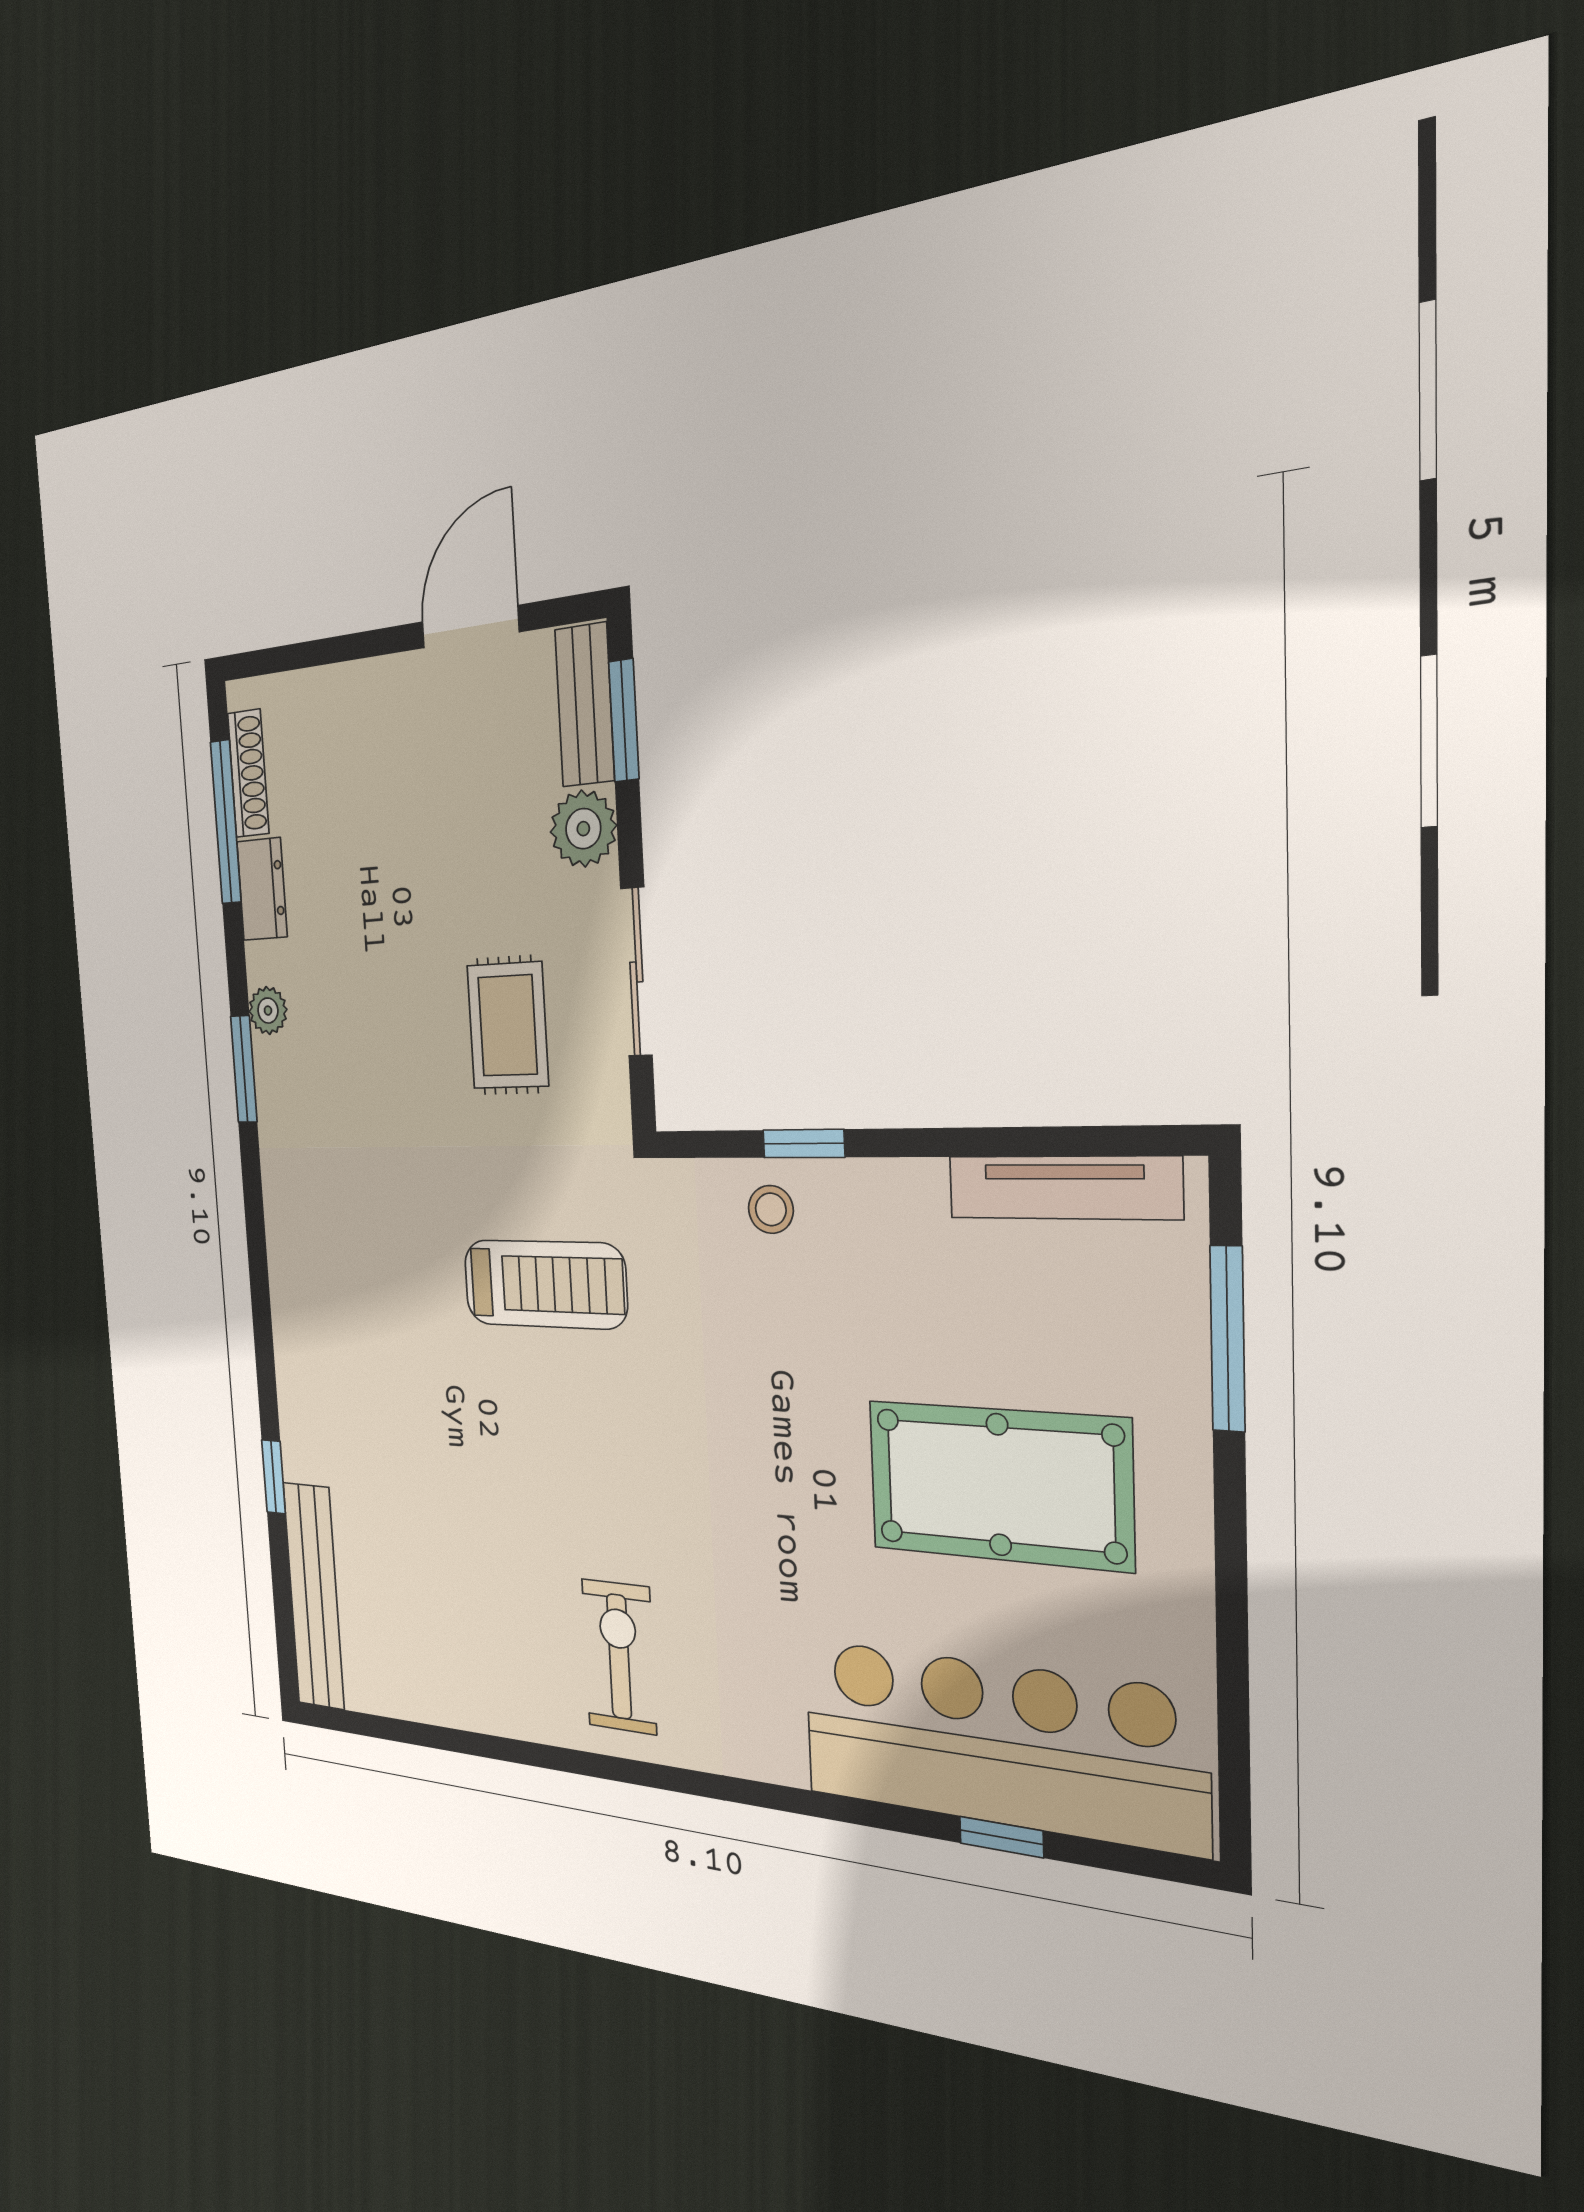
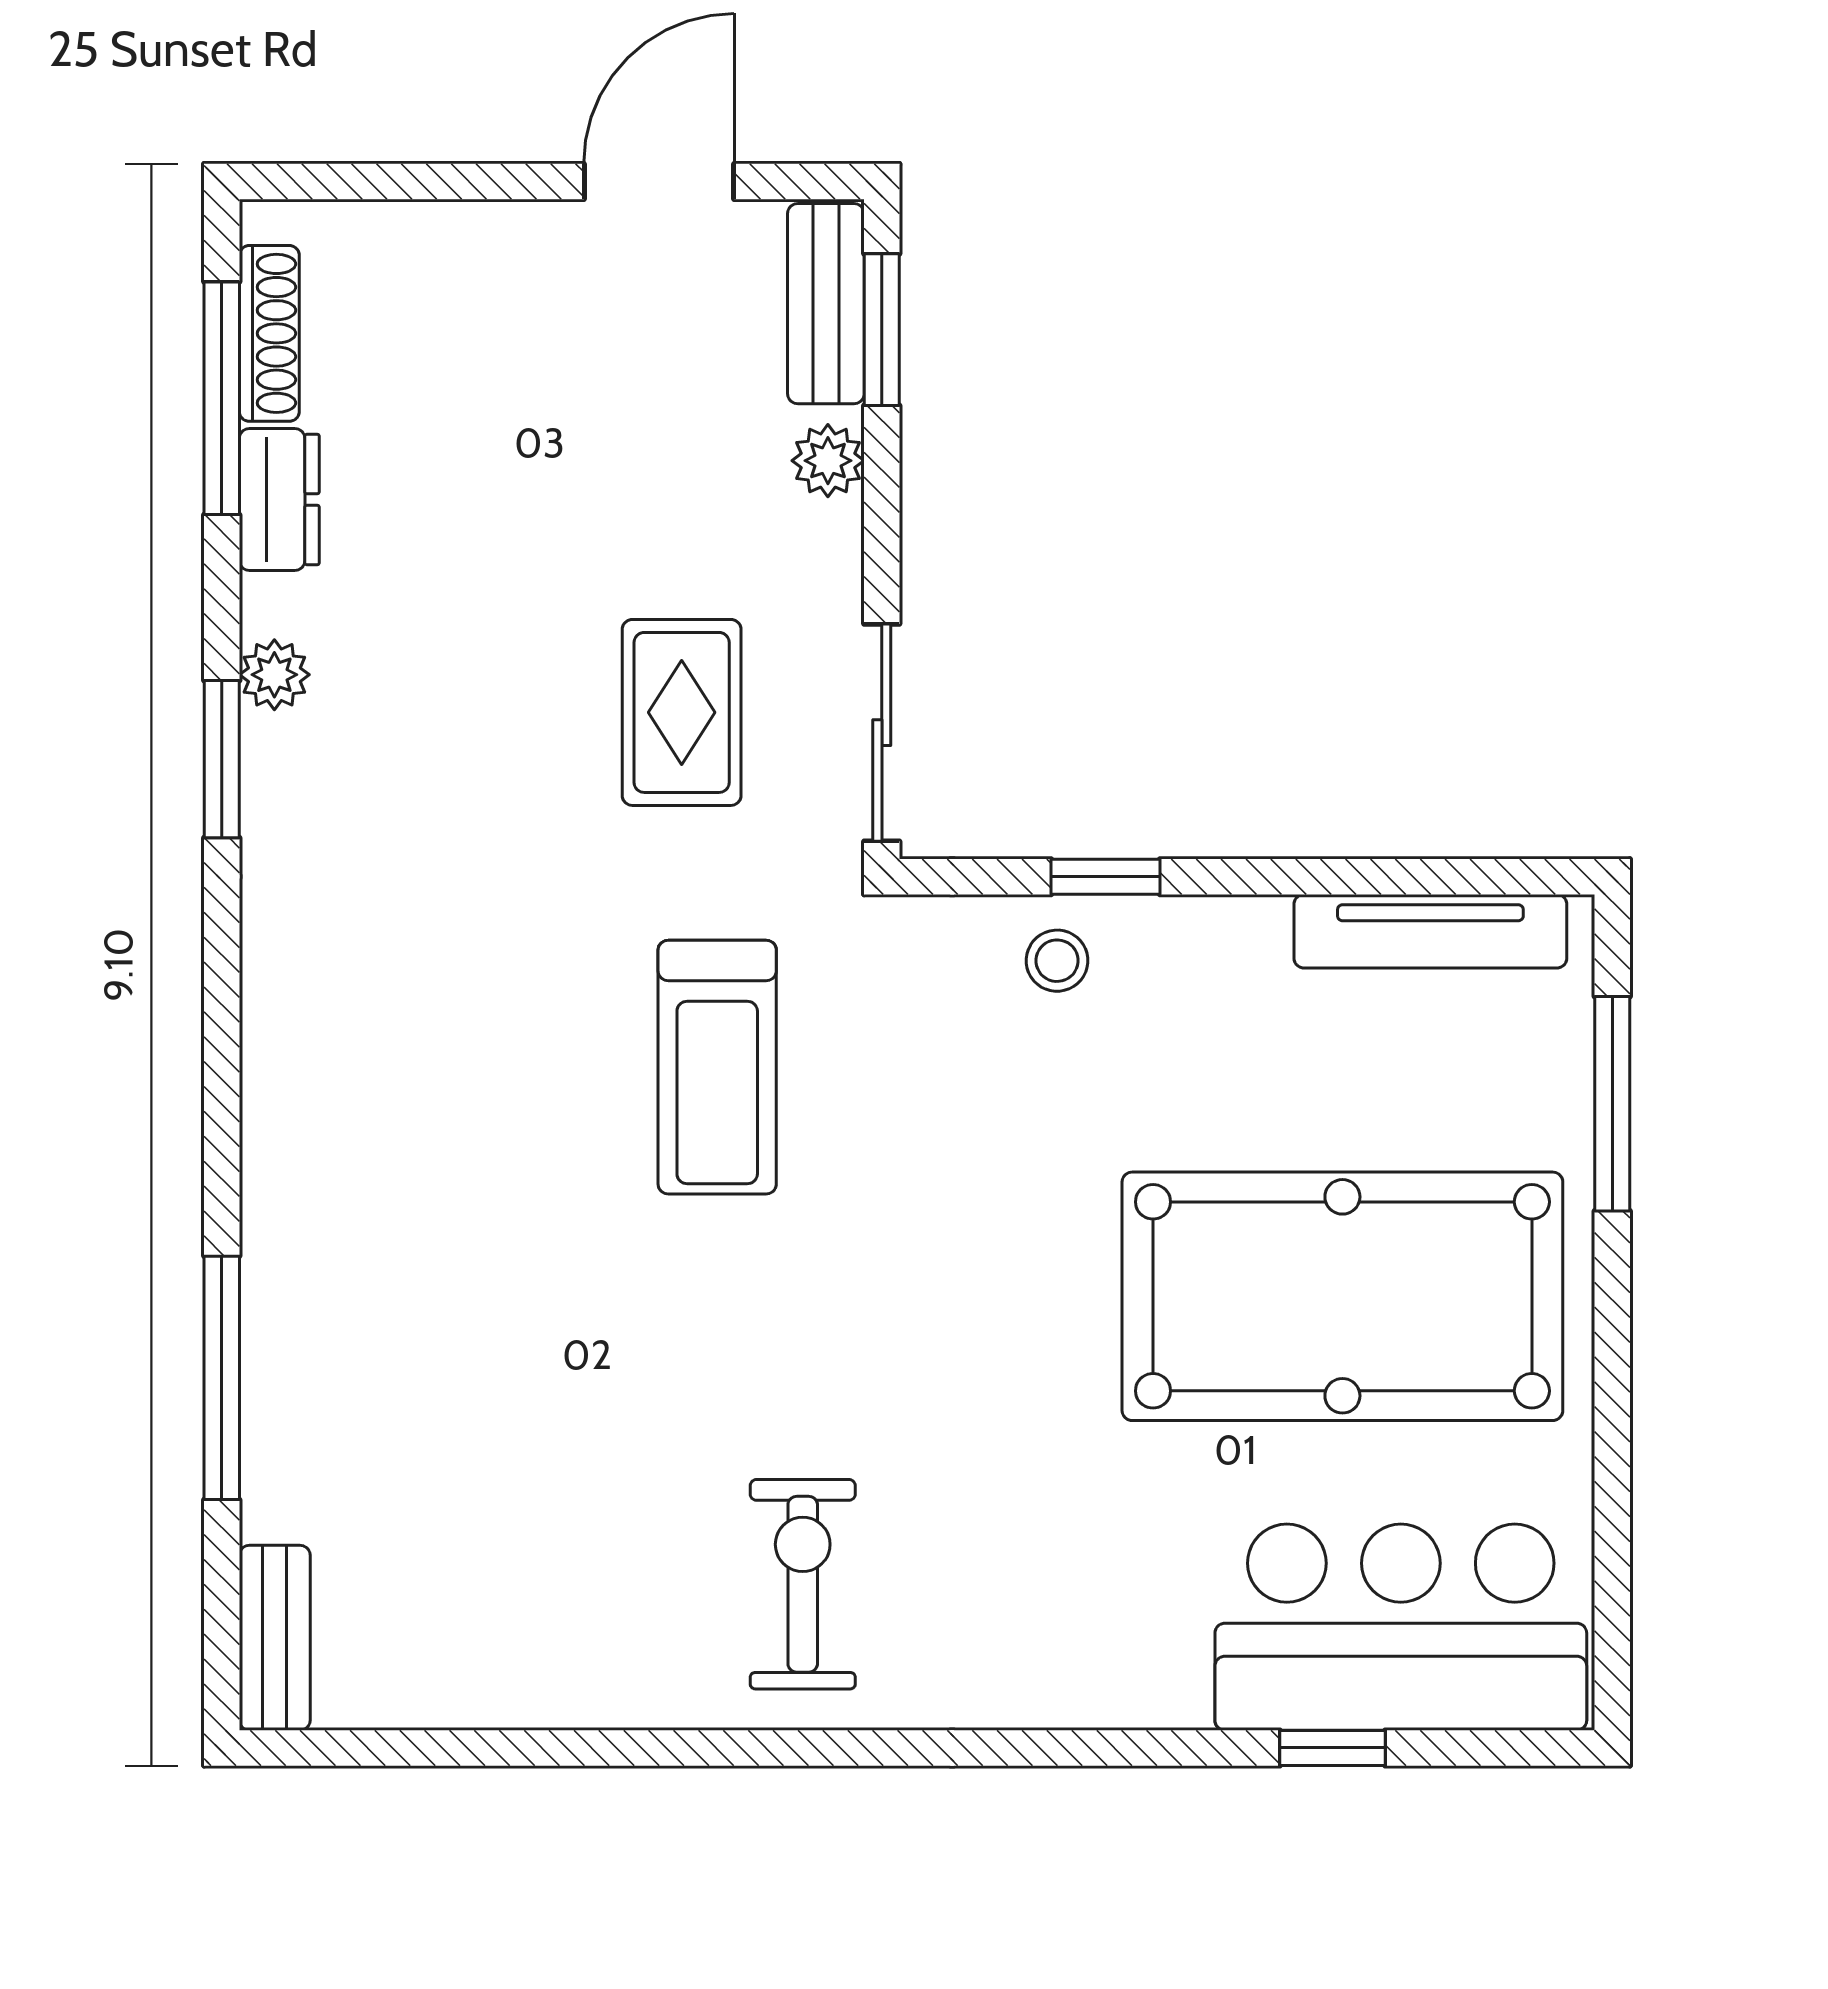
plant: (583, 829) -> (828, 461), width x0.73, depth x0.73
sliding door: (636, 972) -> (882, 733), moved
treadmill: (545, 1284) -> (717, 1067), turned 90
window: (274, 1477) -> (222, 1378), width x2.17
pool table: (999, 1485) -> (1342, 1296), width x1.36, depth x1.32
bench: (314, 1596) -> (275, 1638), width x0.54, depth x0.82
bar counter: (999, 1744) -> (1401, 1627), width x0.73

